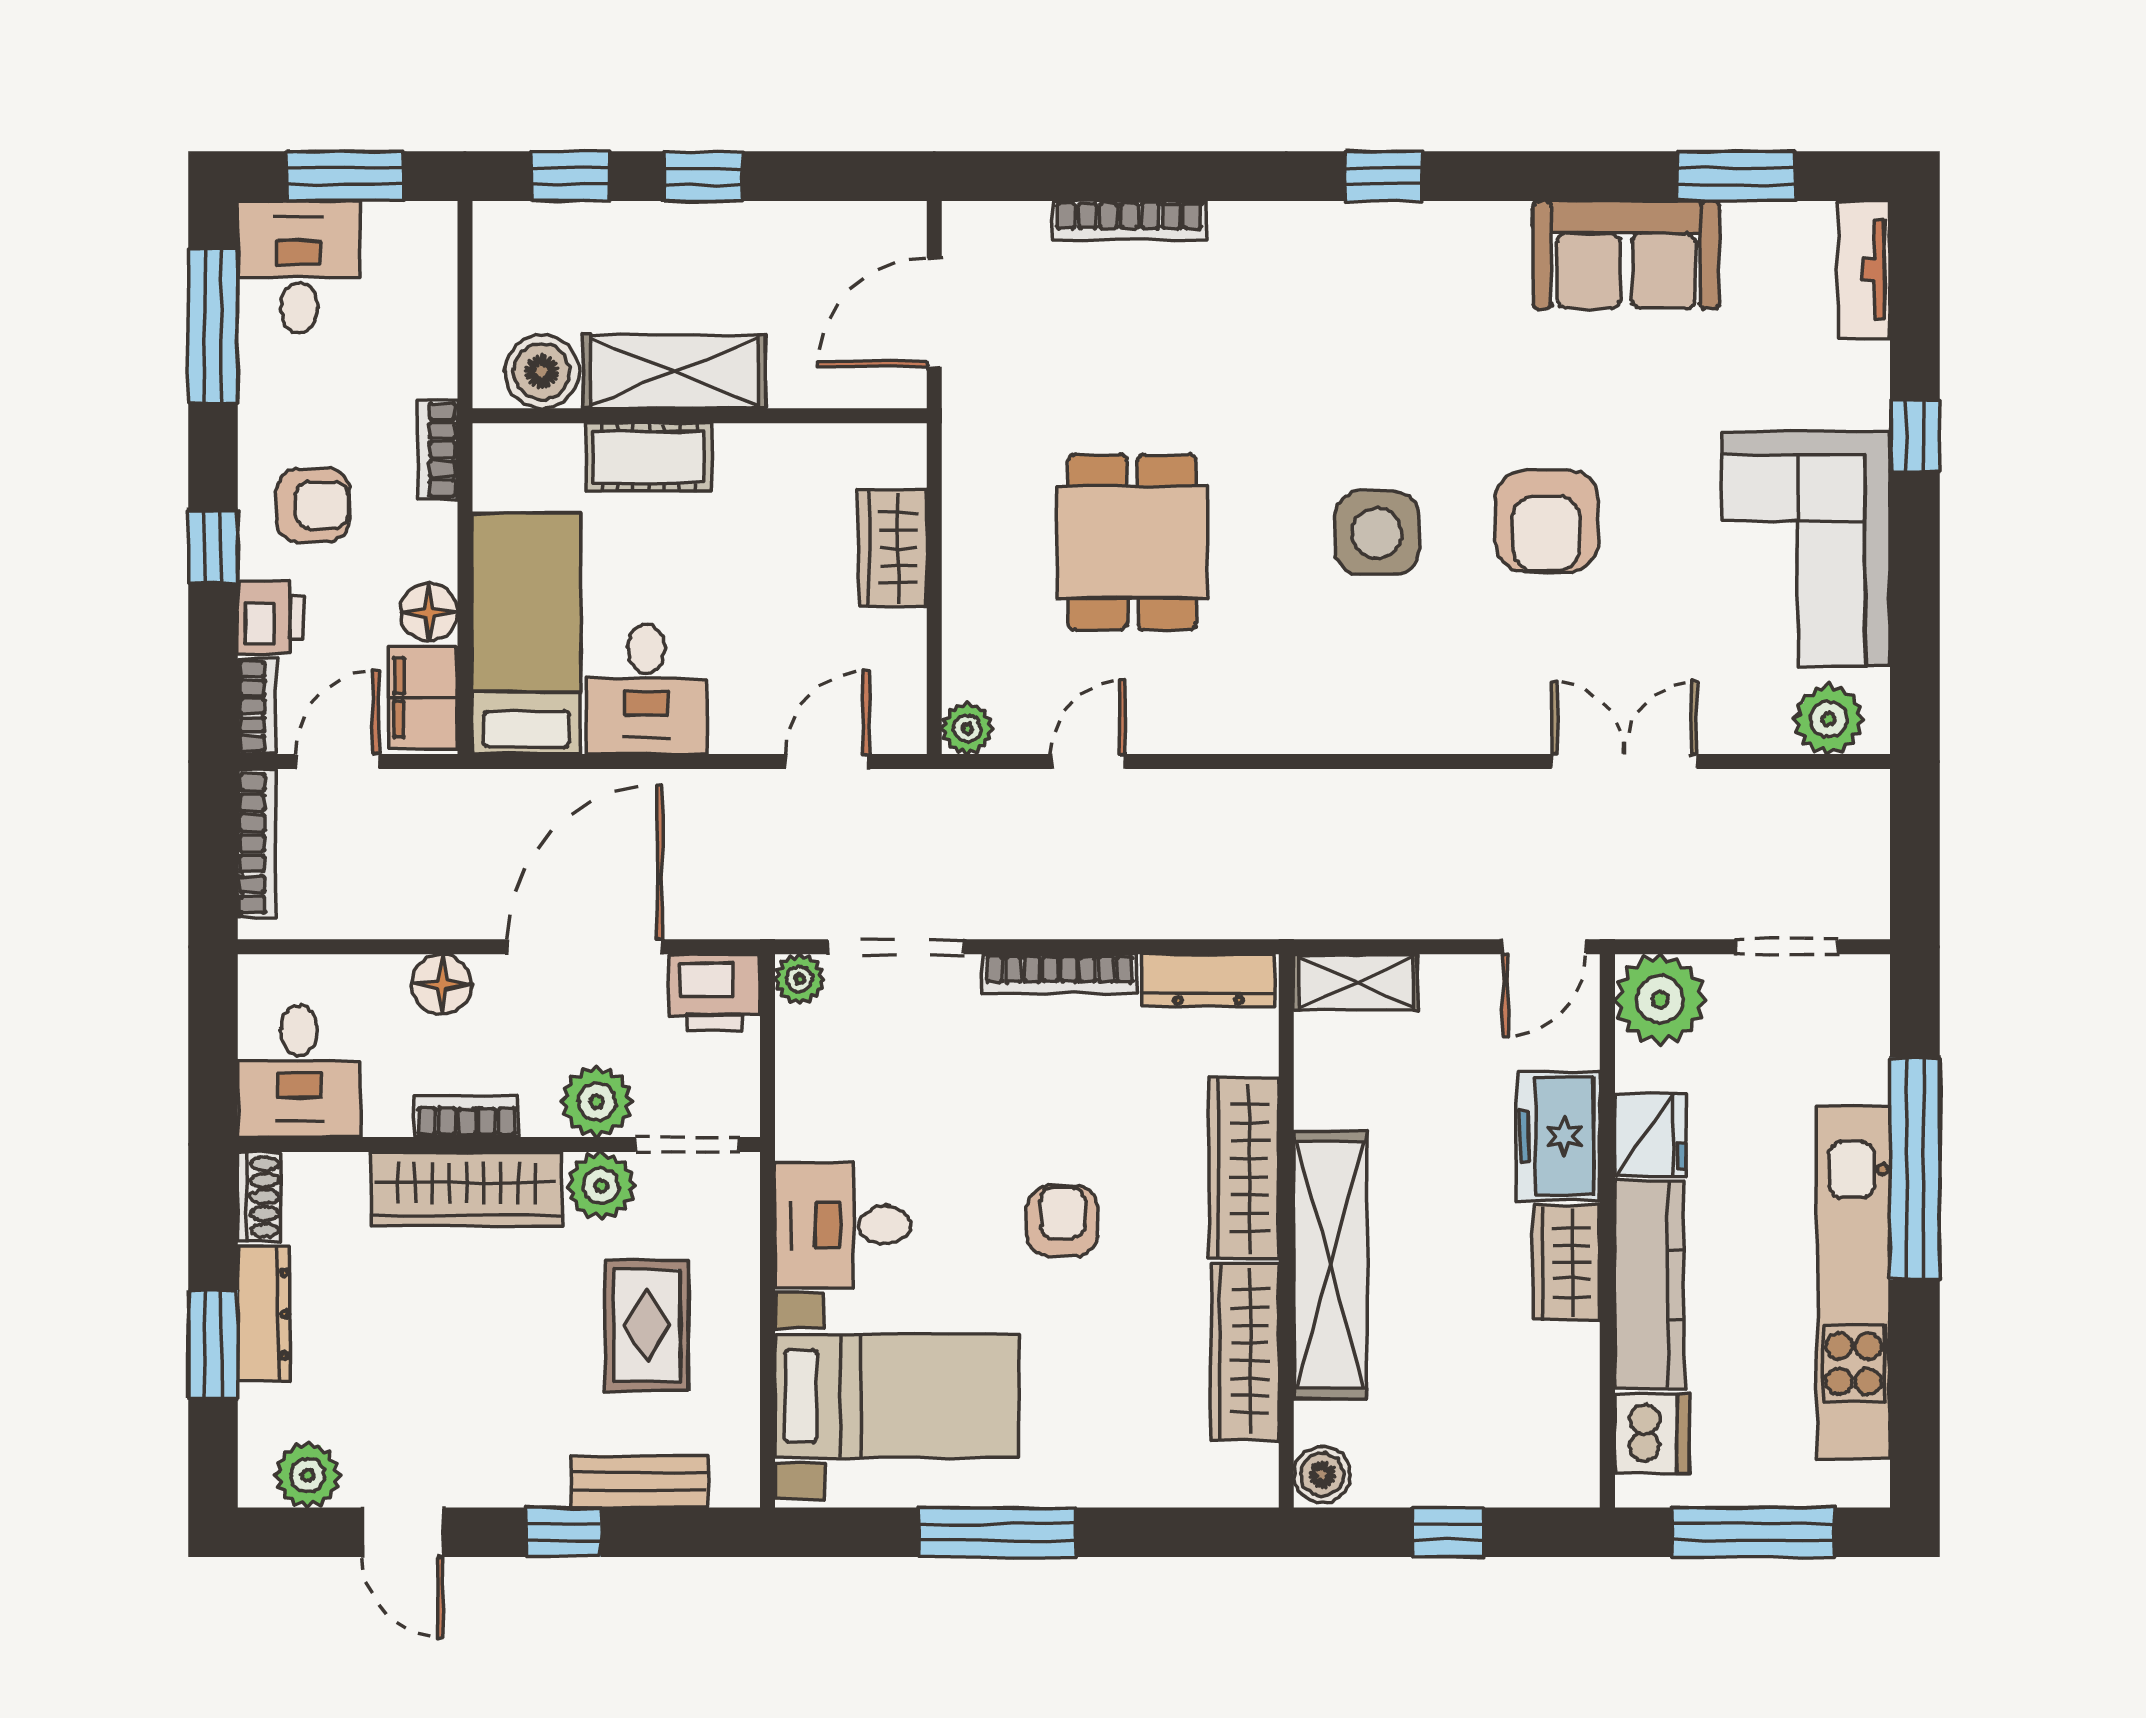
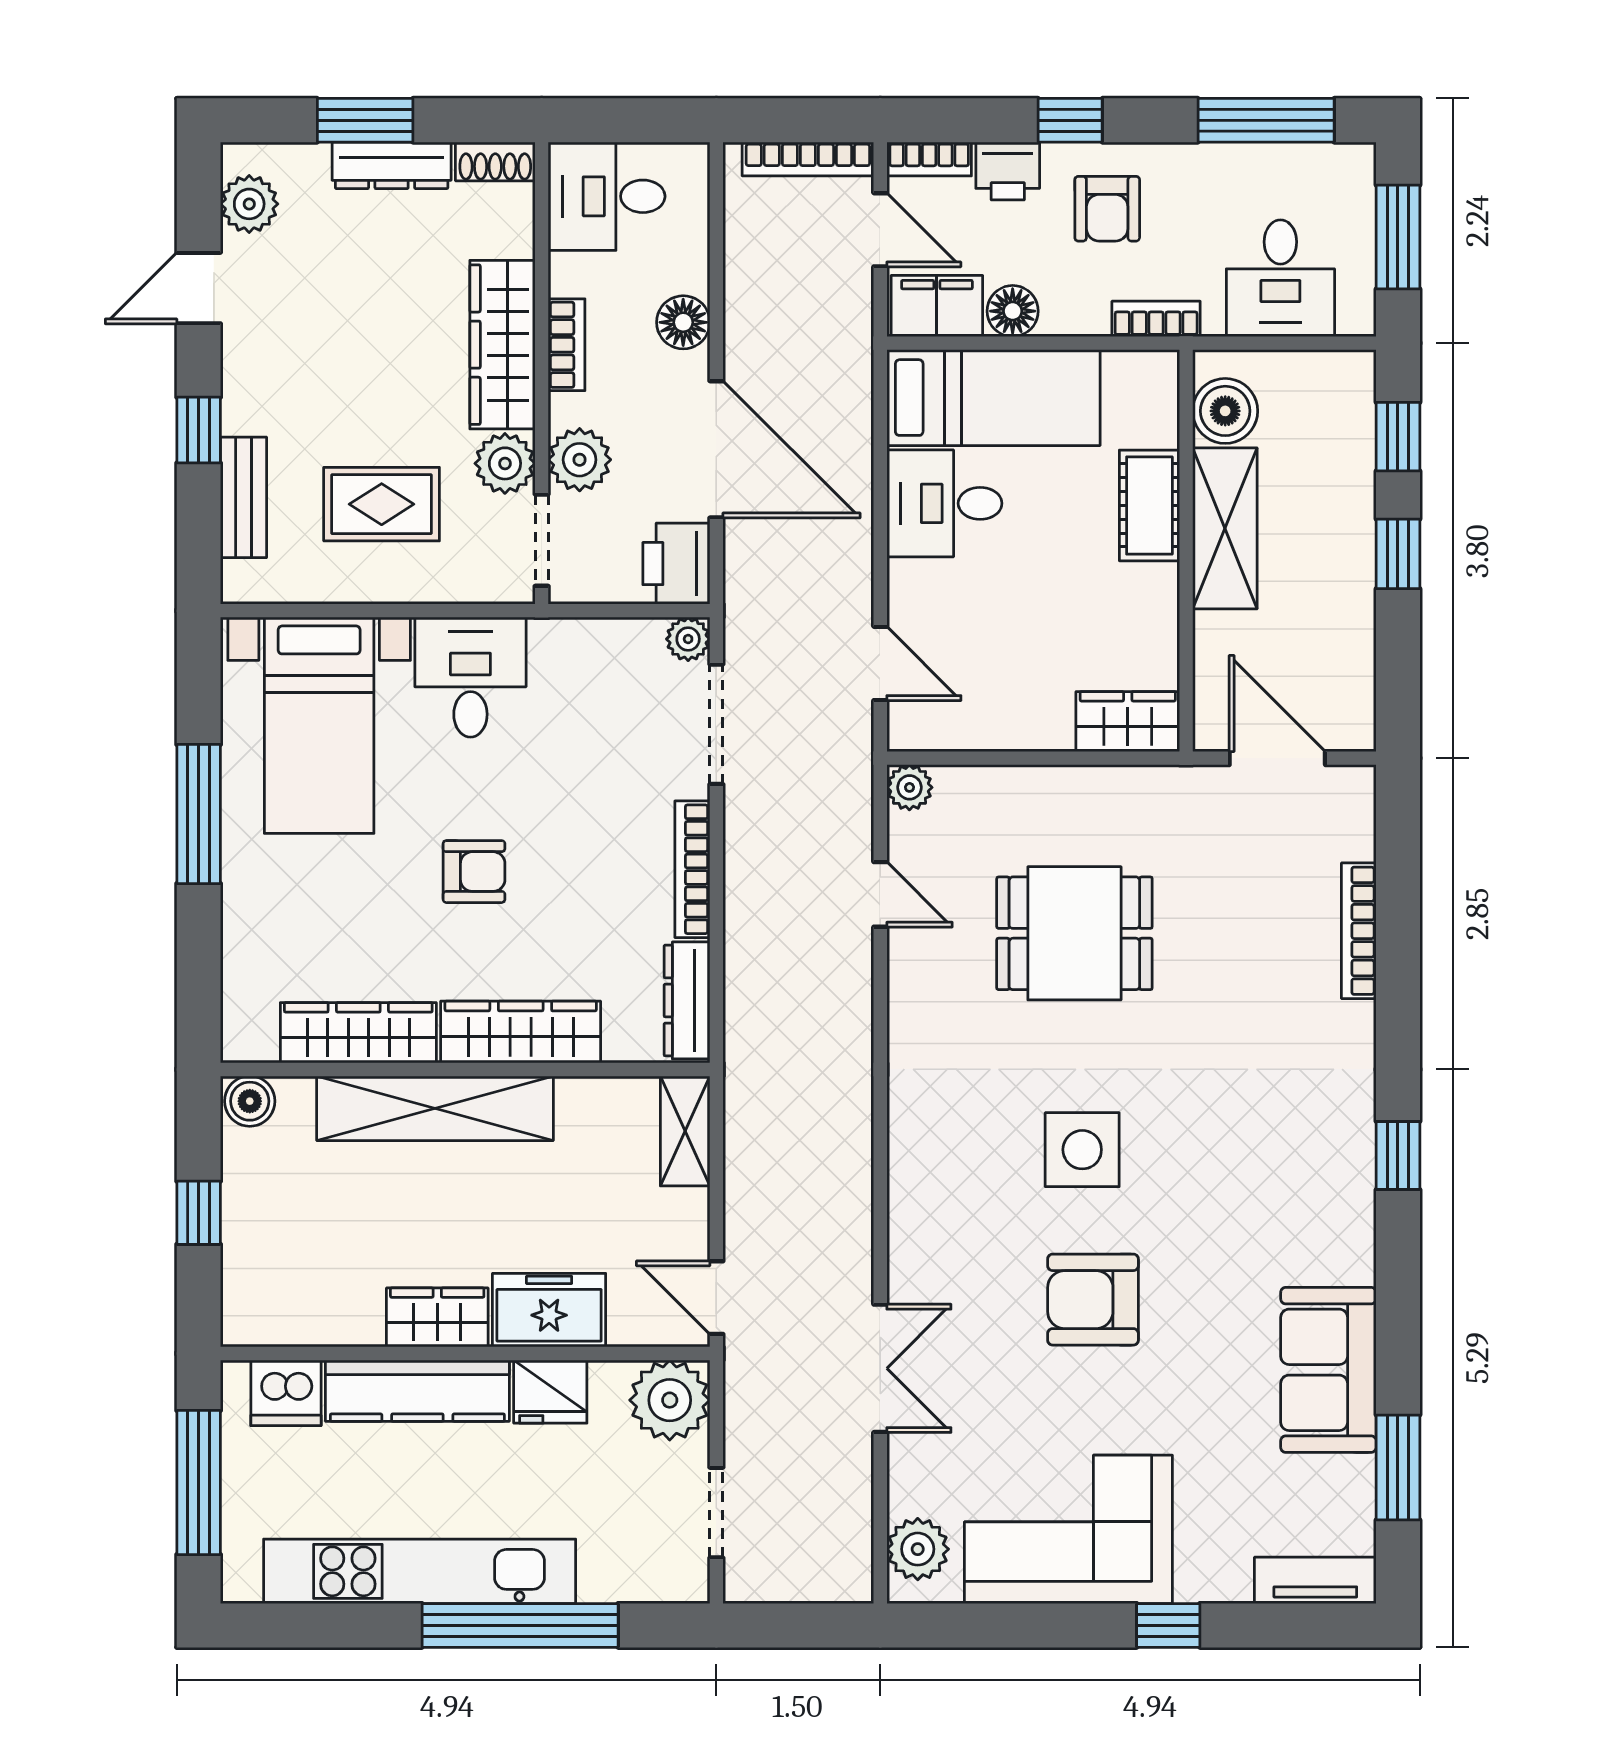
desk: (299, 267) -> (1280, 278), moved, turned 90
wardrobe: (893, 548) -> (1128, 722), moved

